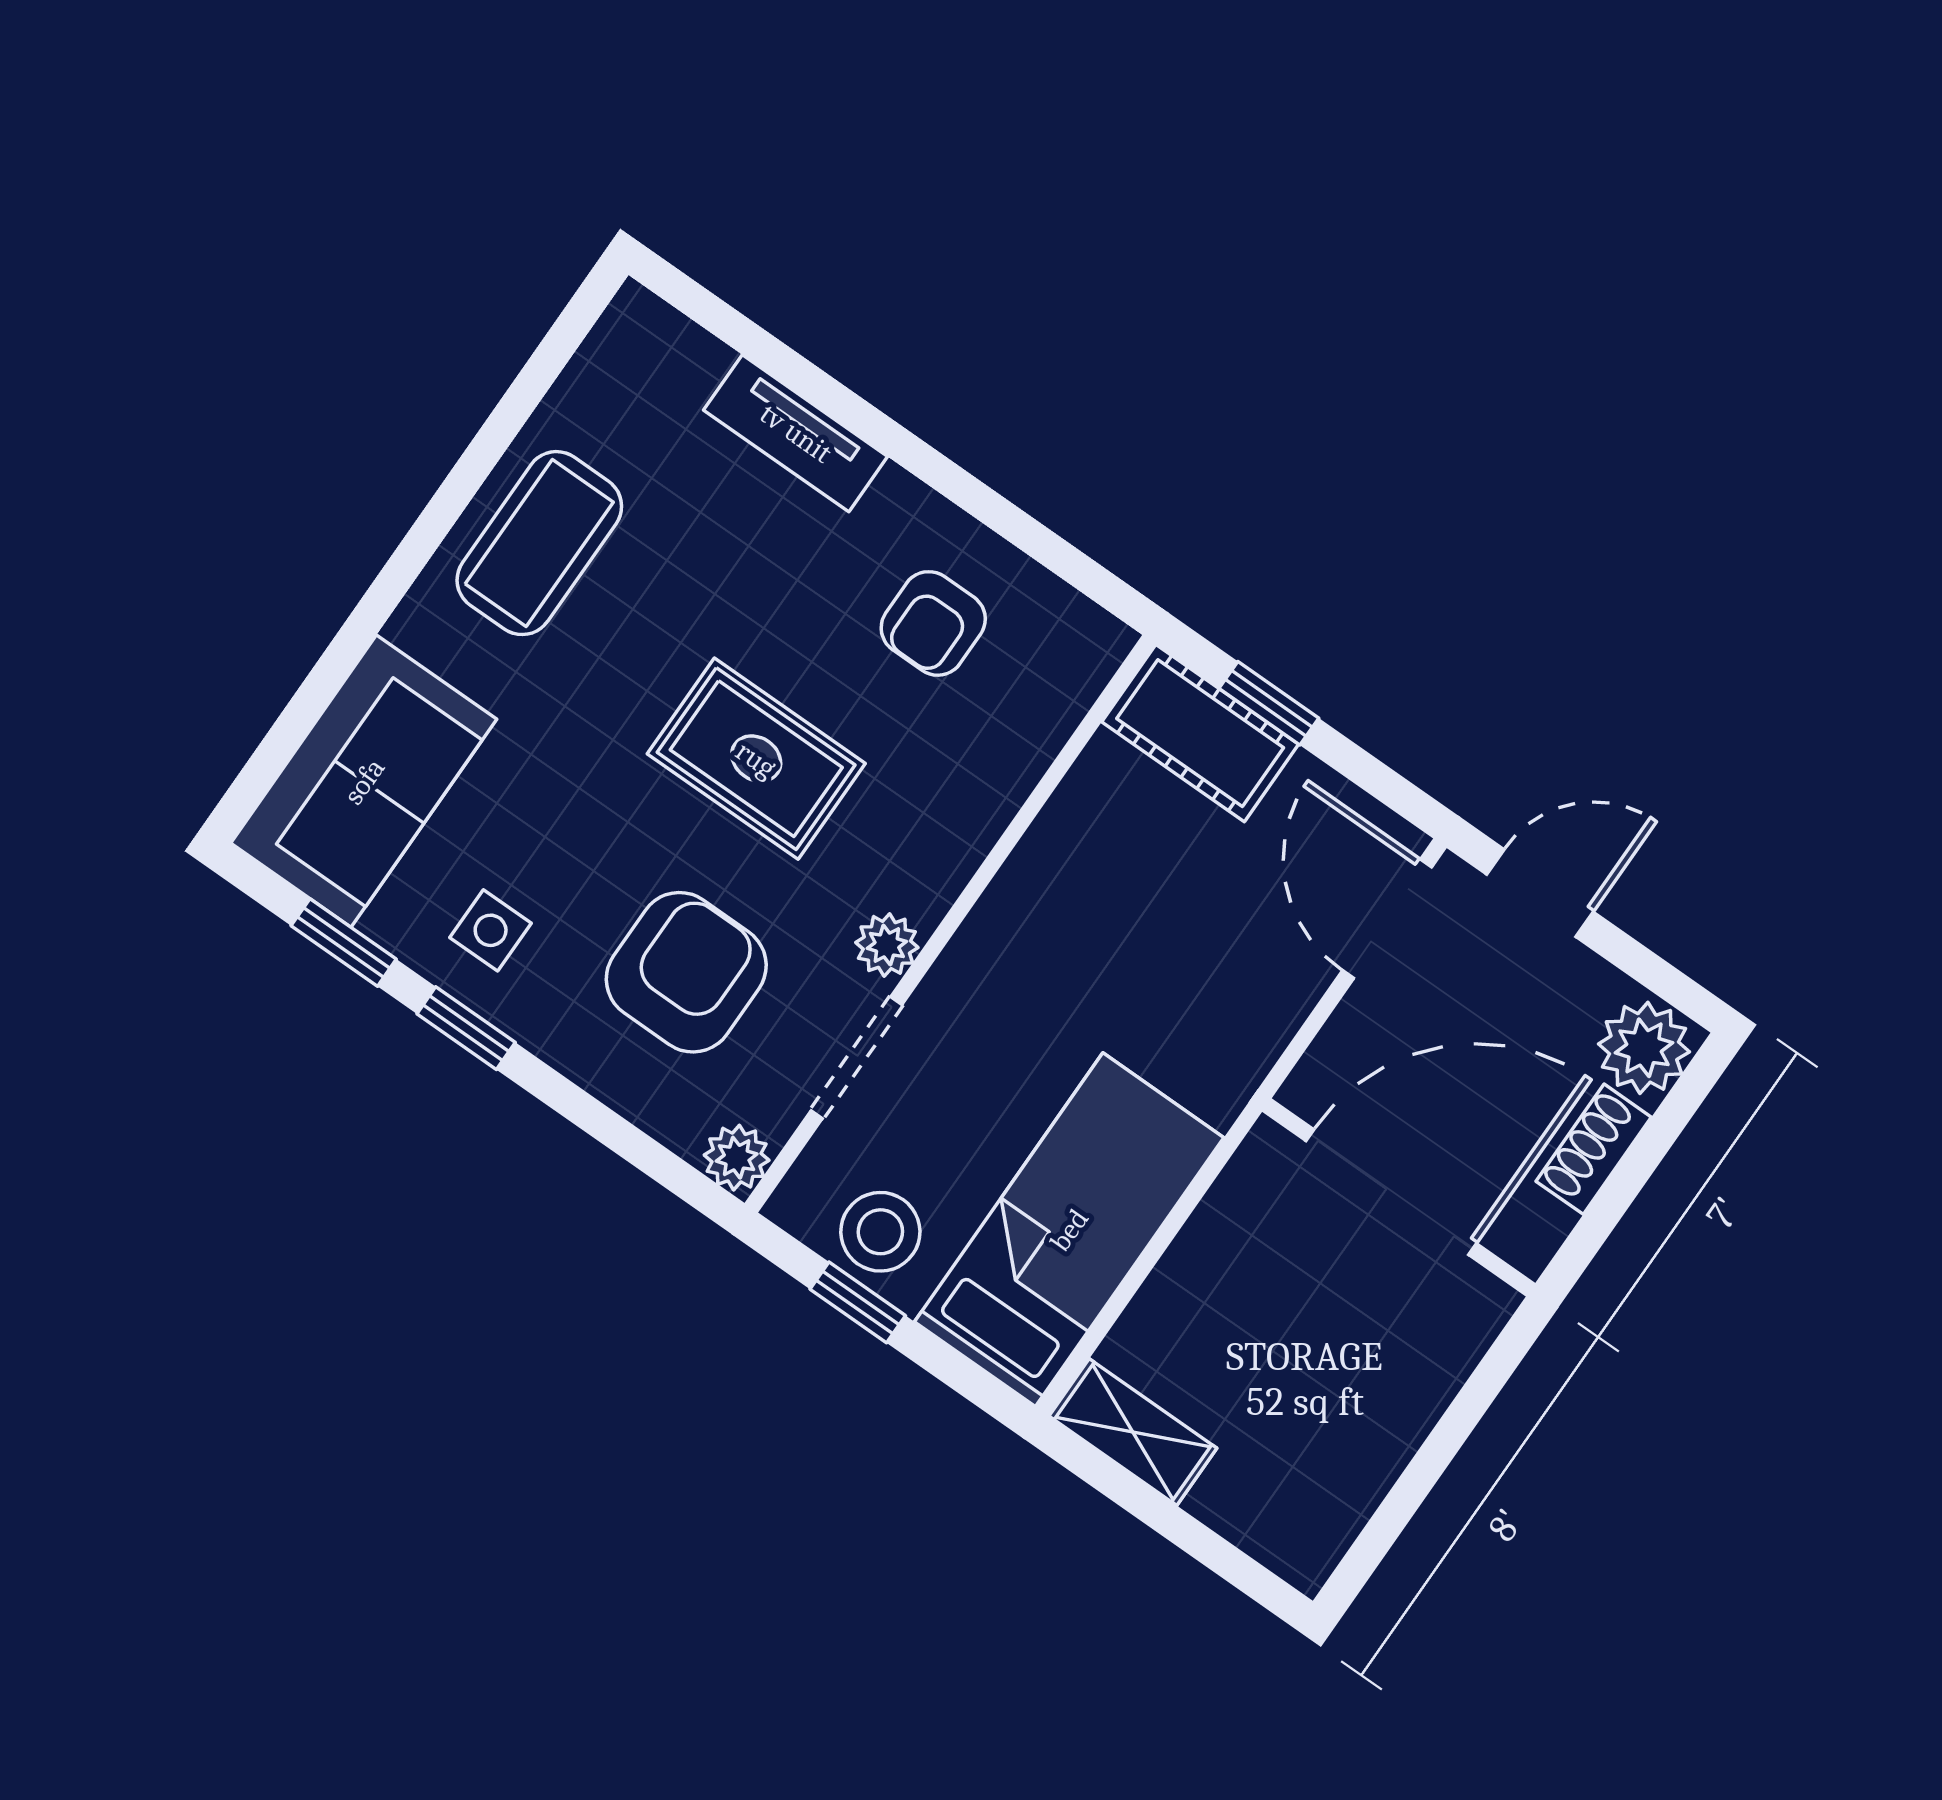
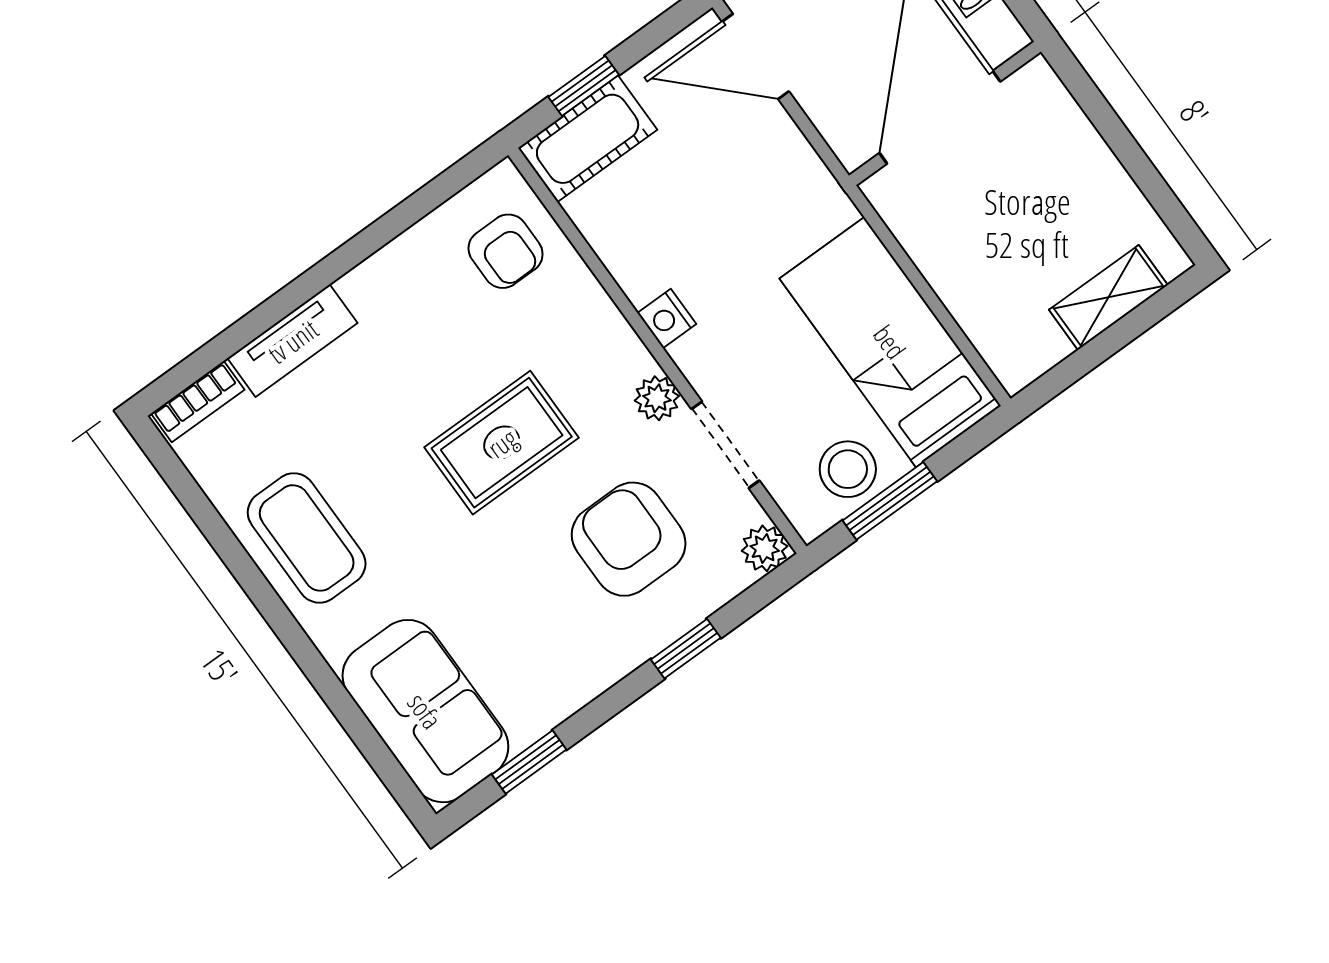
bookcase: (671, 335) -> (198, 402), added
armchair: (933, 623) -> (506, 251), moved
nightstand: (997, 921) -> (667, 319), added
side table: (491, 930) -> (555, 661), removed
window: (466, 1028) -> (686, 649), moved
window: (858, 1302) -> (890, 501), width x1.50
shelving: (1133, 1432) -> (1108, 297), moved

